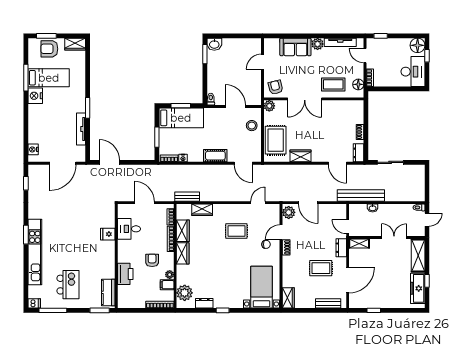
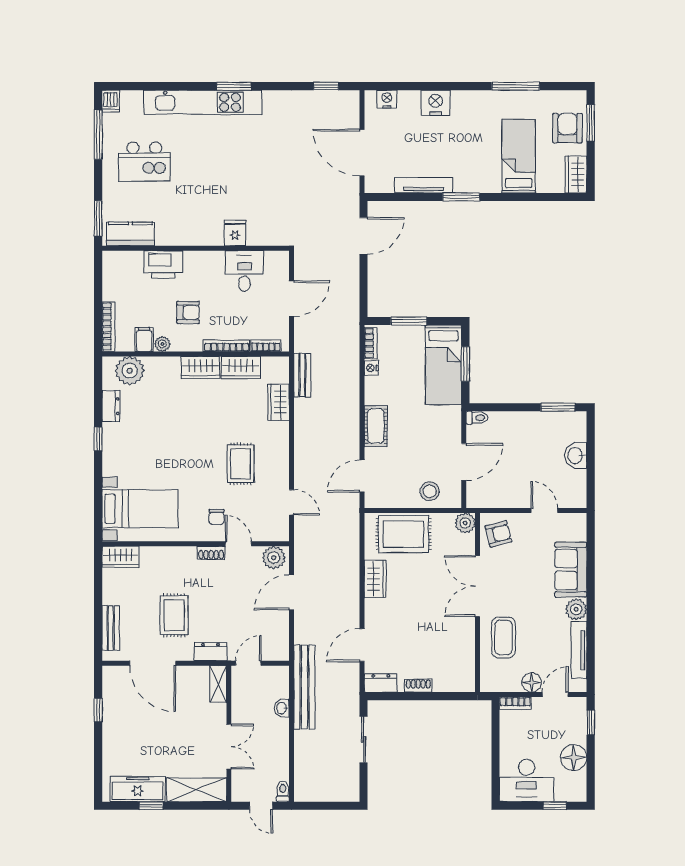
washbasin: (214, 44) -> (576, 456), moved
floor lamp: (418, 45) -> (574, 757), moved
bed: (49, 78) -> (519, 156), moved, turned 180
floor lamp: (358, 84) -> (532, 682), moved
nightstand: (35, 96) -> (436, 103), moved

